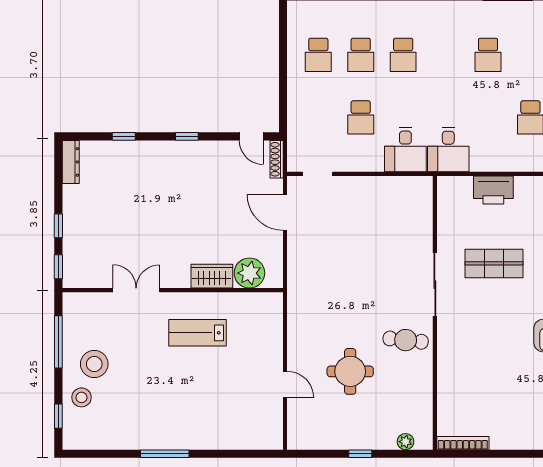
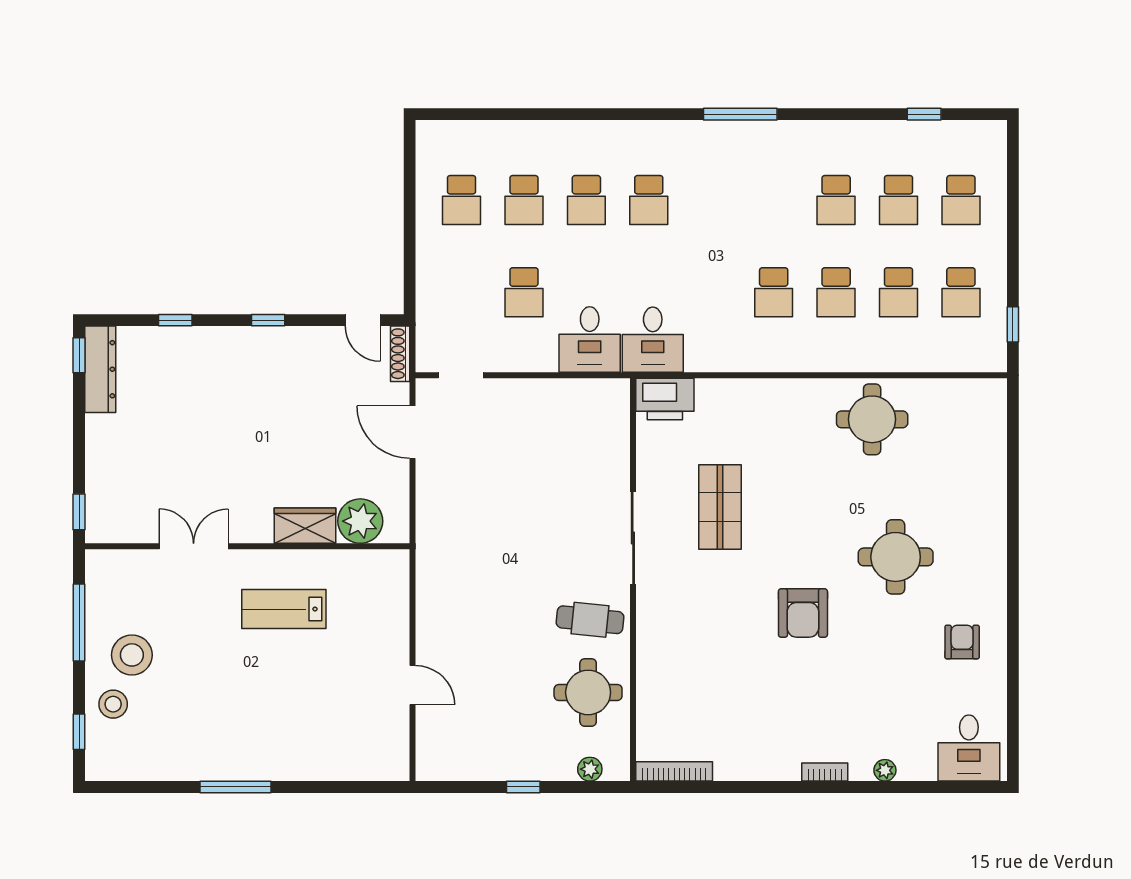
school desk: (488, 55) -> (649, 200), moved
dresser: (71, 162) -> (100, 369), width x1.37, depth x1.24
printer: (493, 190) -> (665, 399), moved
window: (58, 226) -> (79, 355), moved
shop shelf: (494, 263) -> (720, 507), turned 90
round table: (350, 371) -> (588, 692), moved

